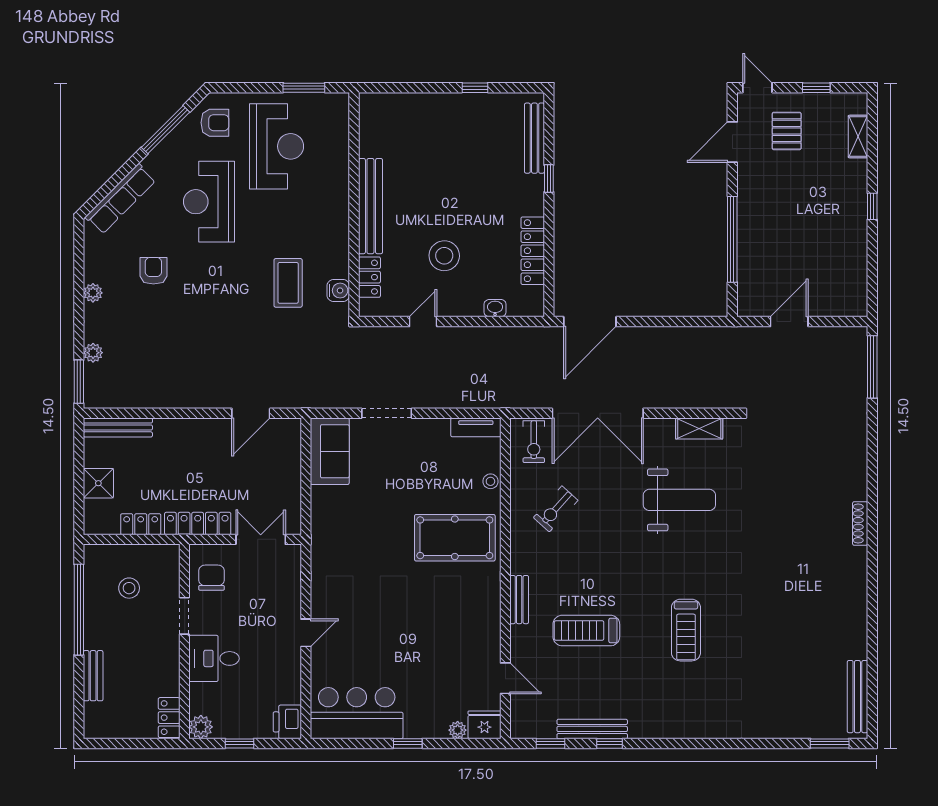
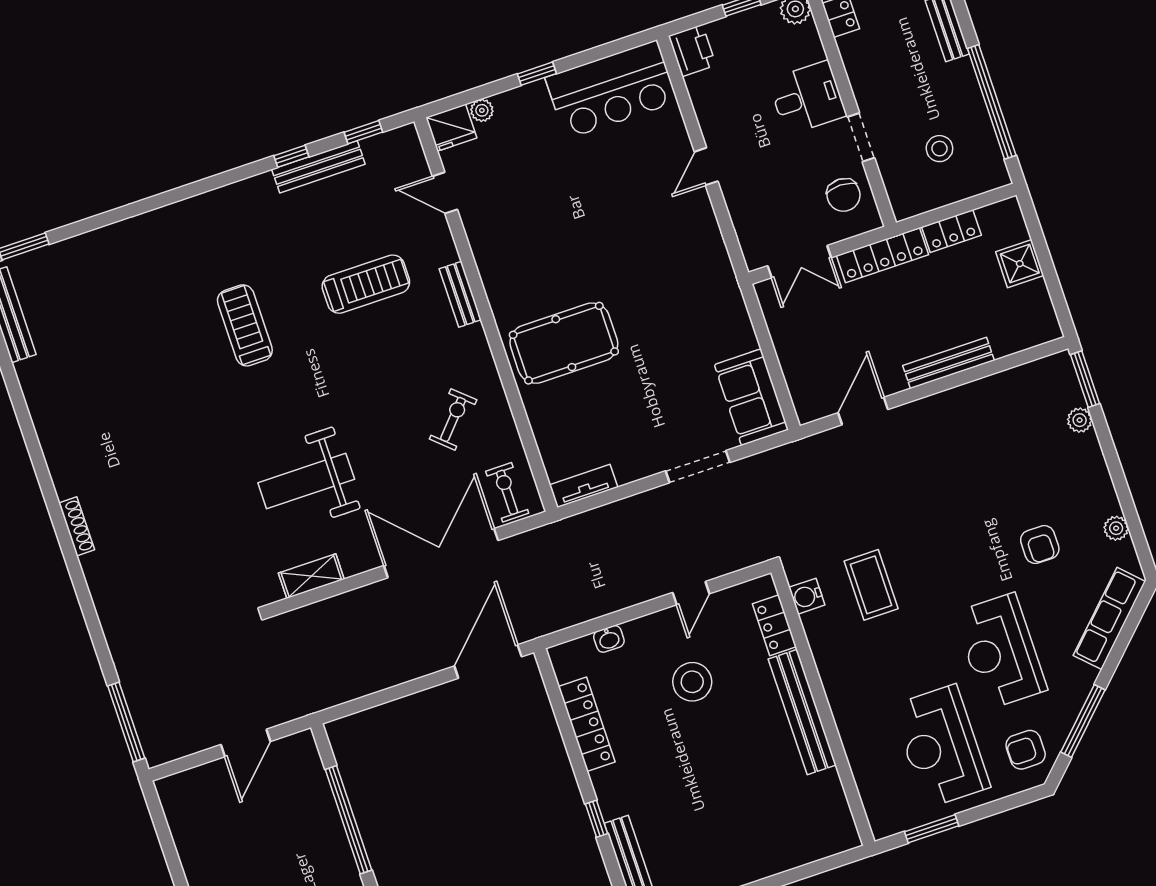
reception desk: (209, 202) -> (1000, 651), turned 180
plant: (93, 293) -> (1116, 528), moved
bench: (118, 427) -> (949, 363), moved
stool: (490, 481) -> (544, 426), removed

